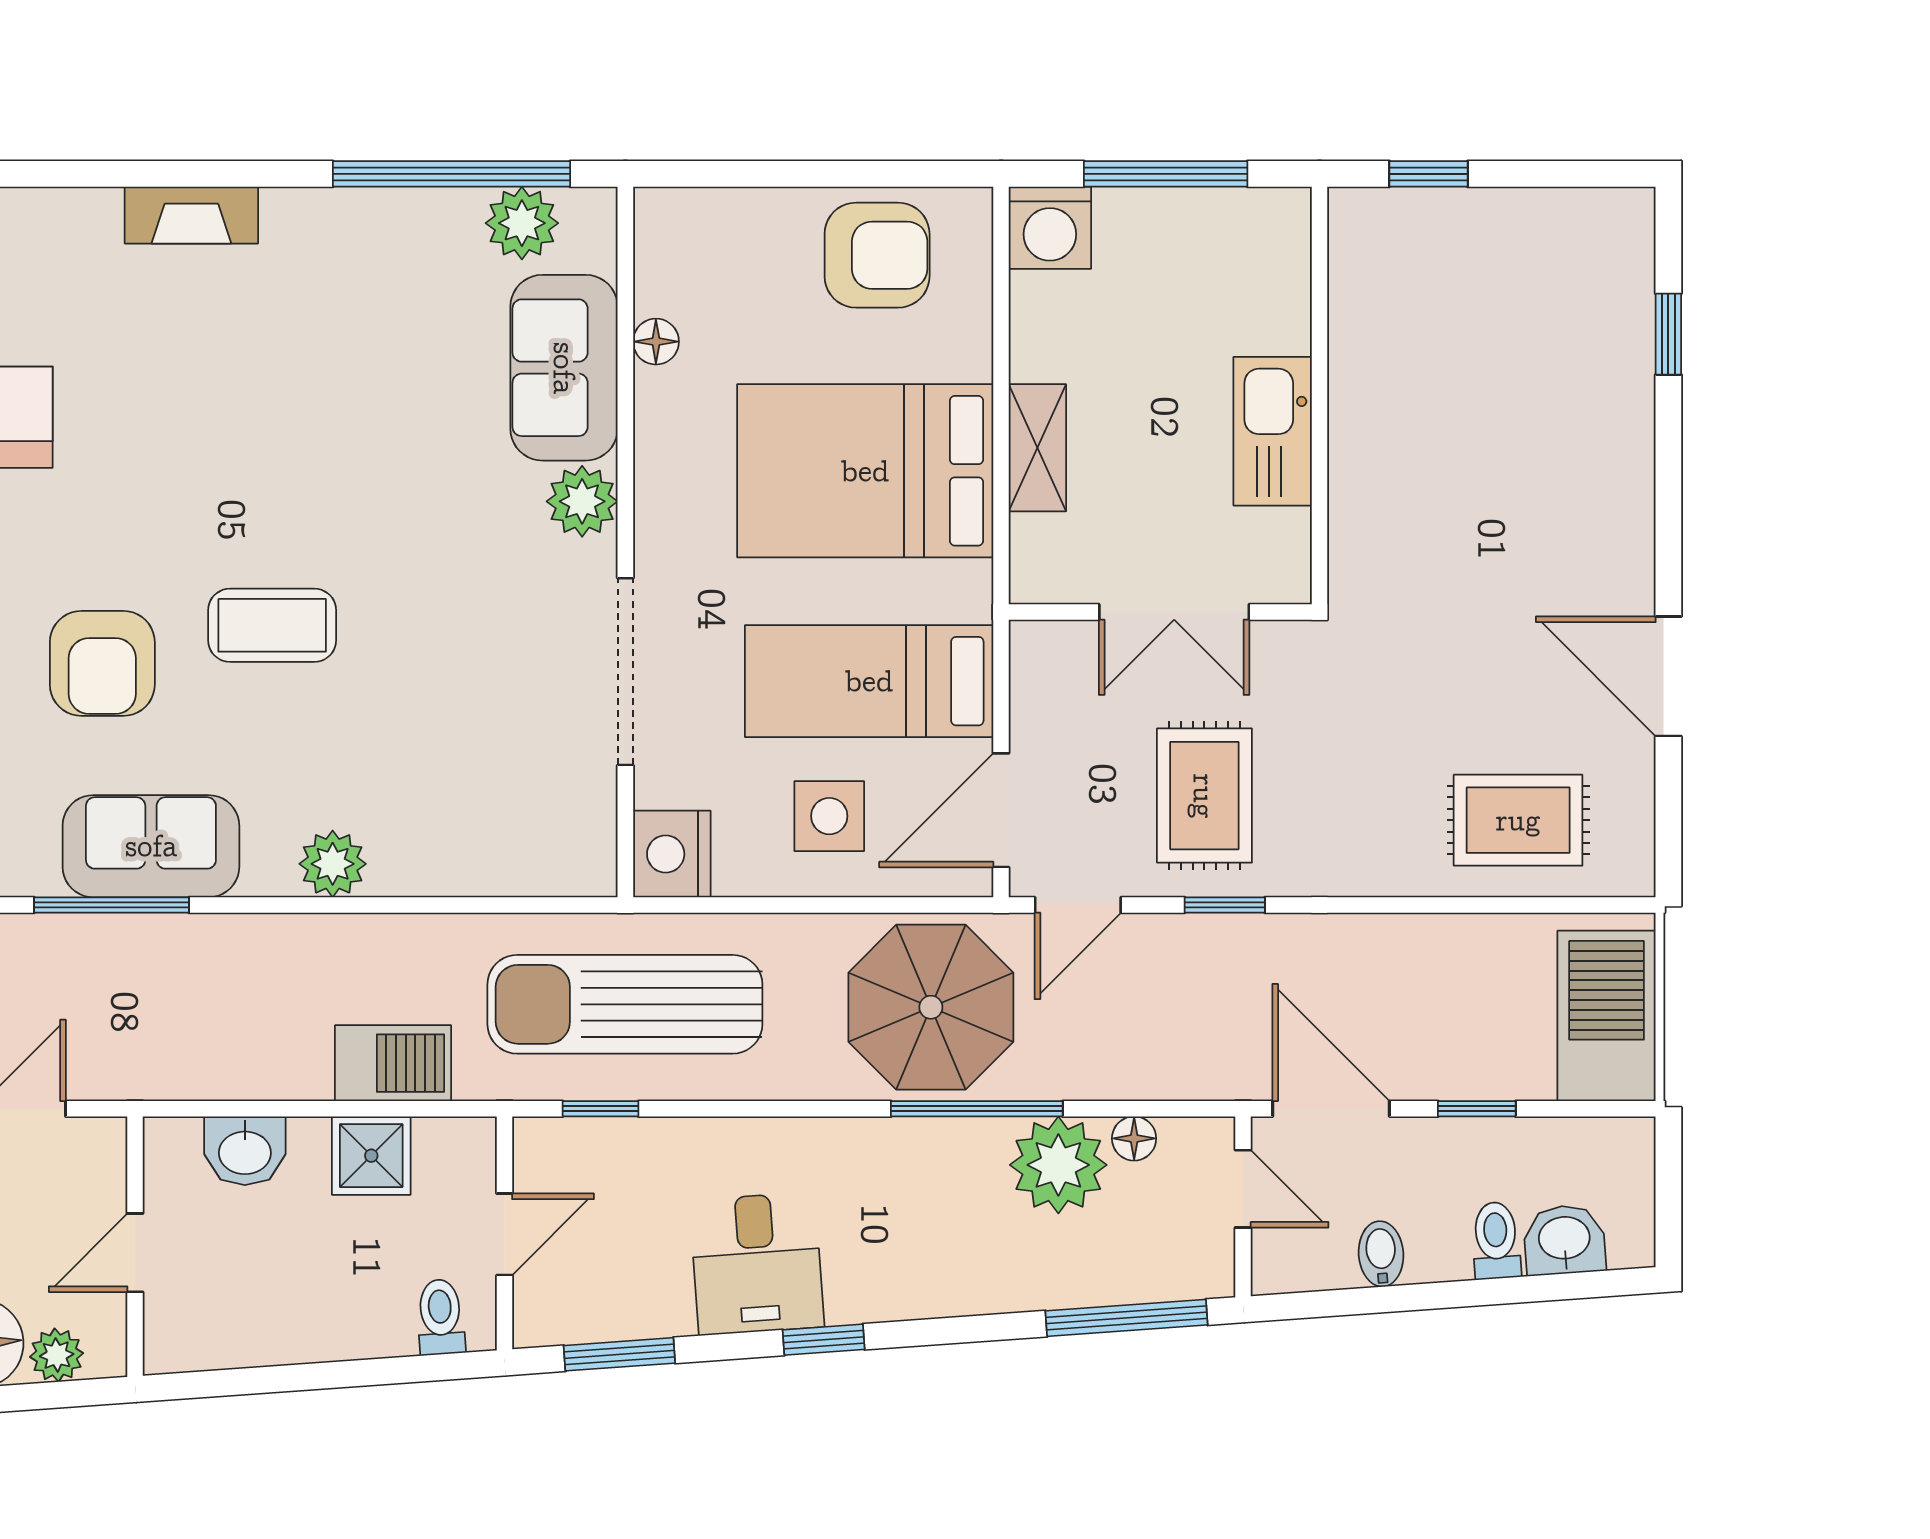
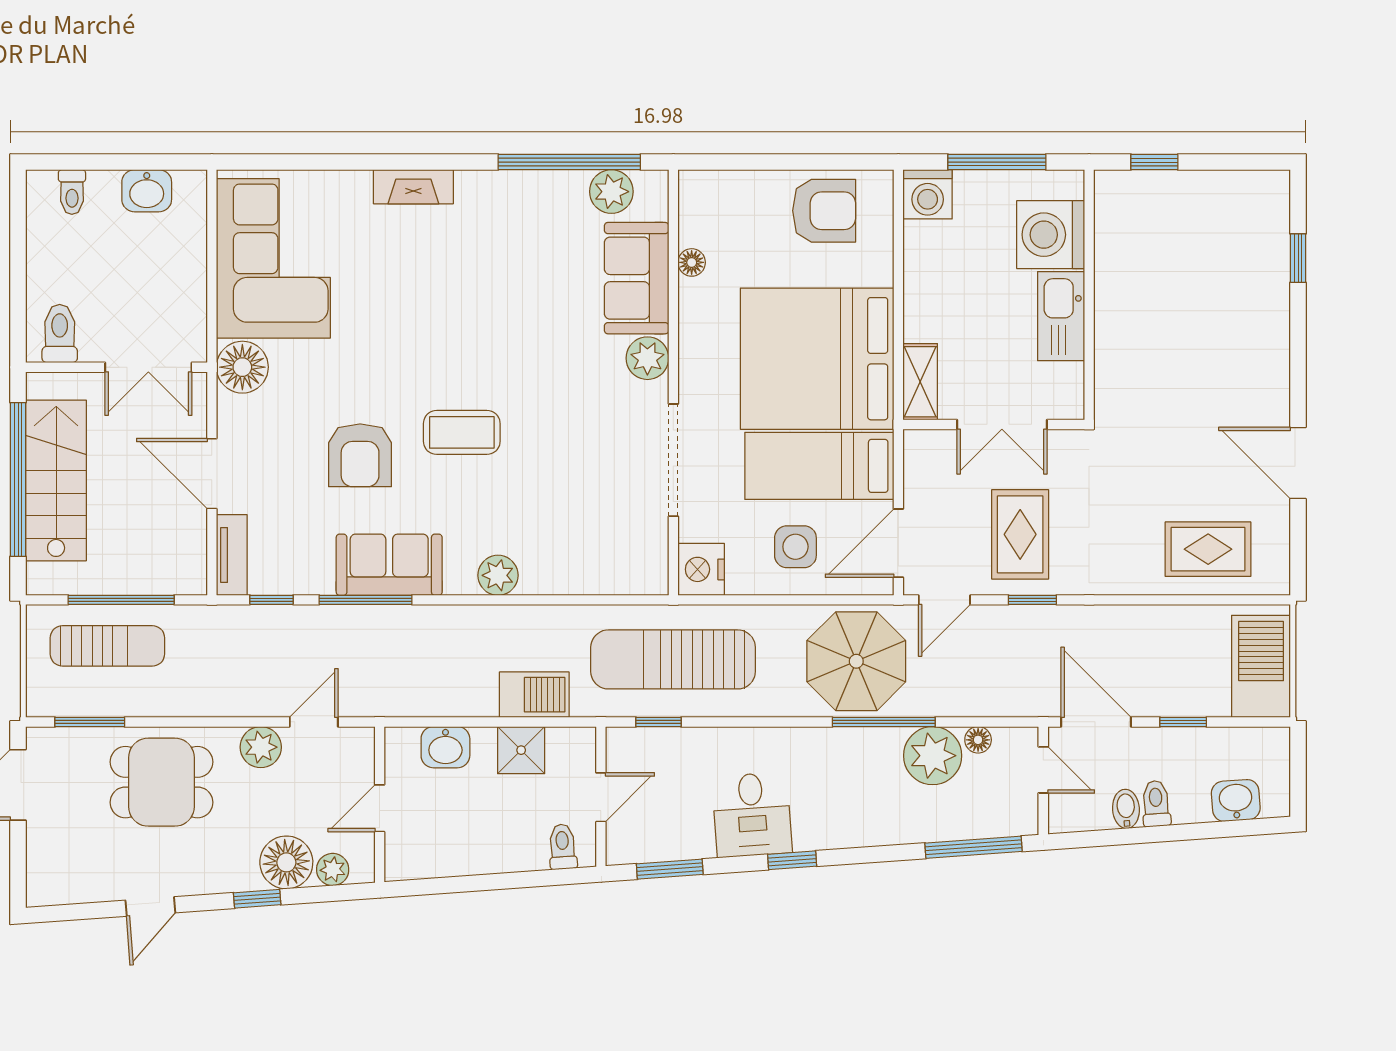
washing machine: (1255, 295) -> (1051, 235), added
shelving: (1037, 448) -> (920, 382), moved
bed: (865, 471) -> (817, 359), width x1.36
toilet: (1496, 1240) -> (1156, 804), moved

